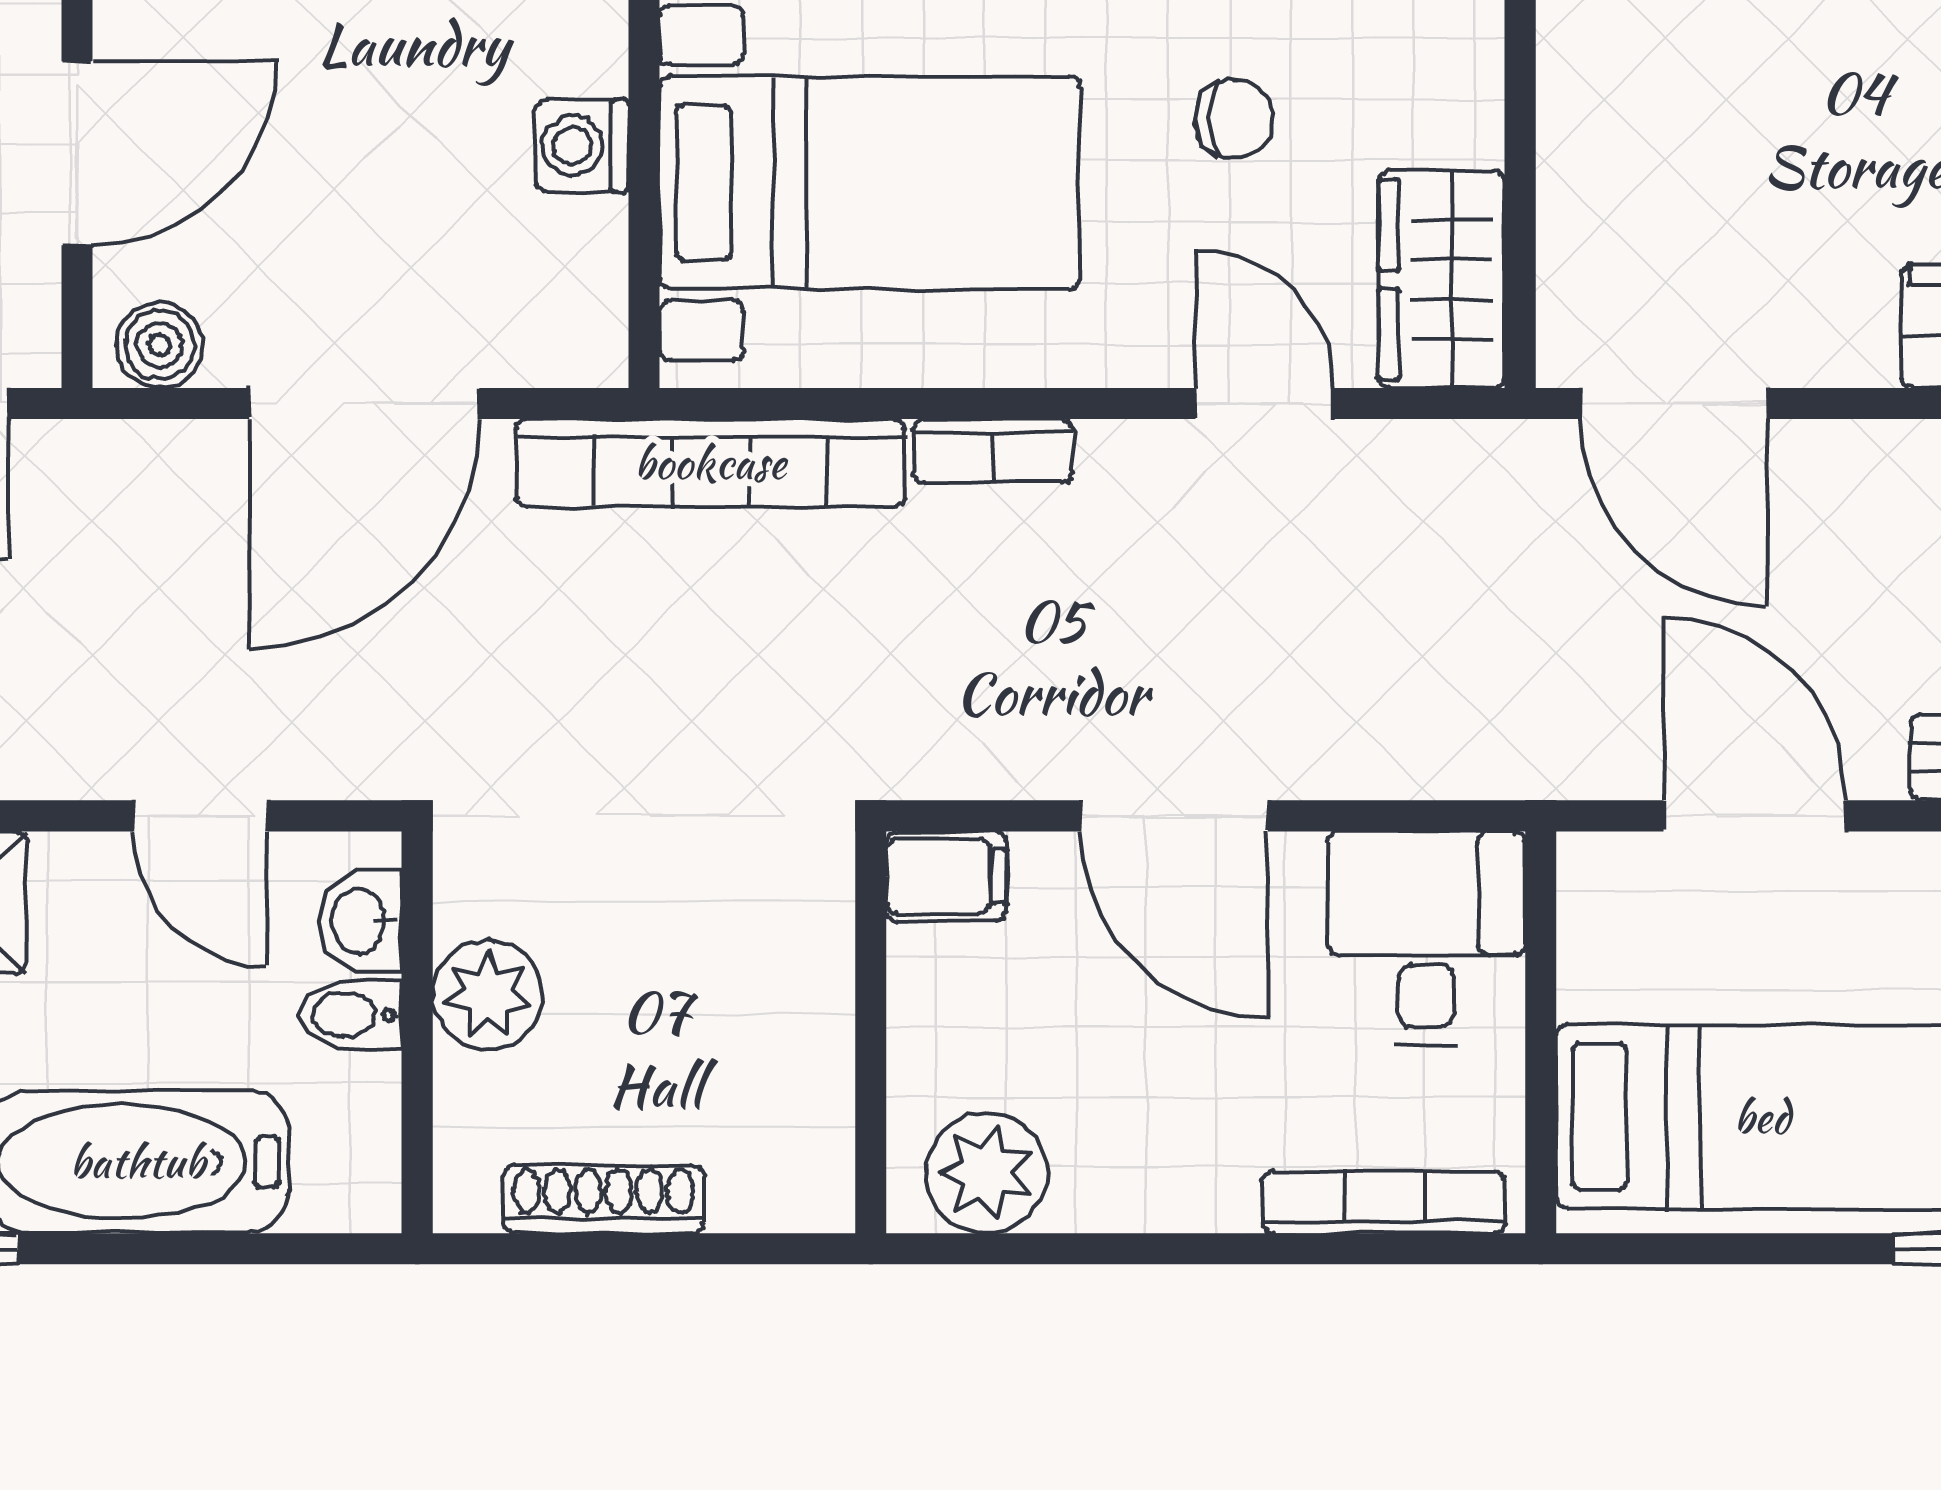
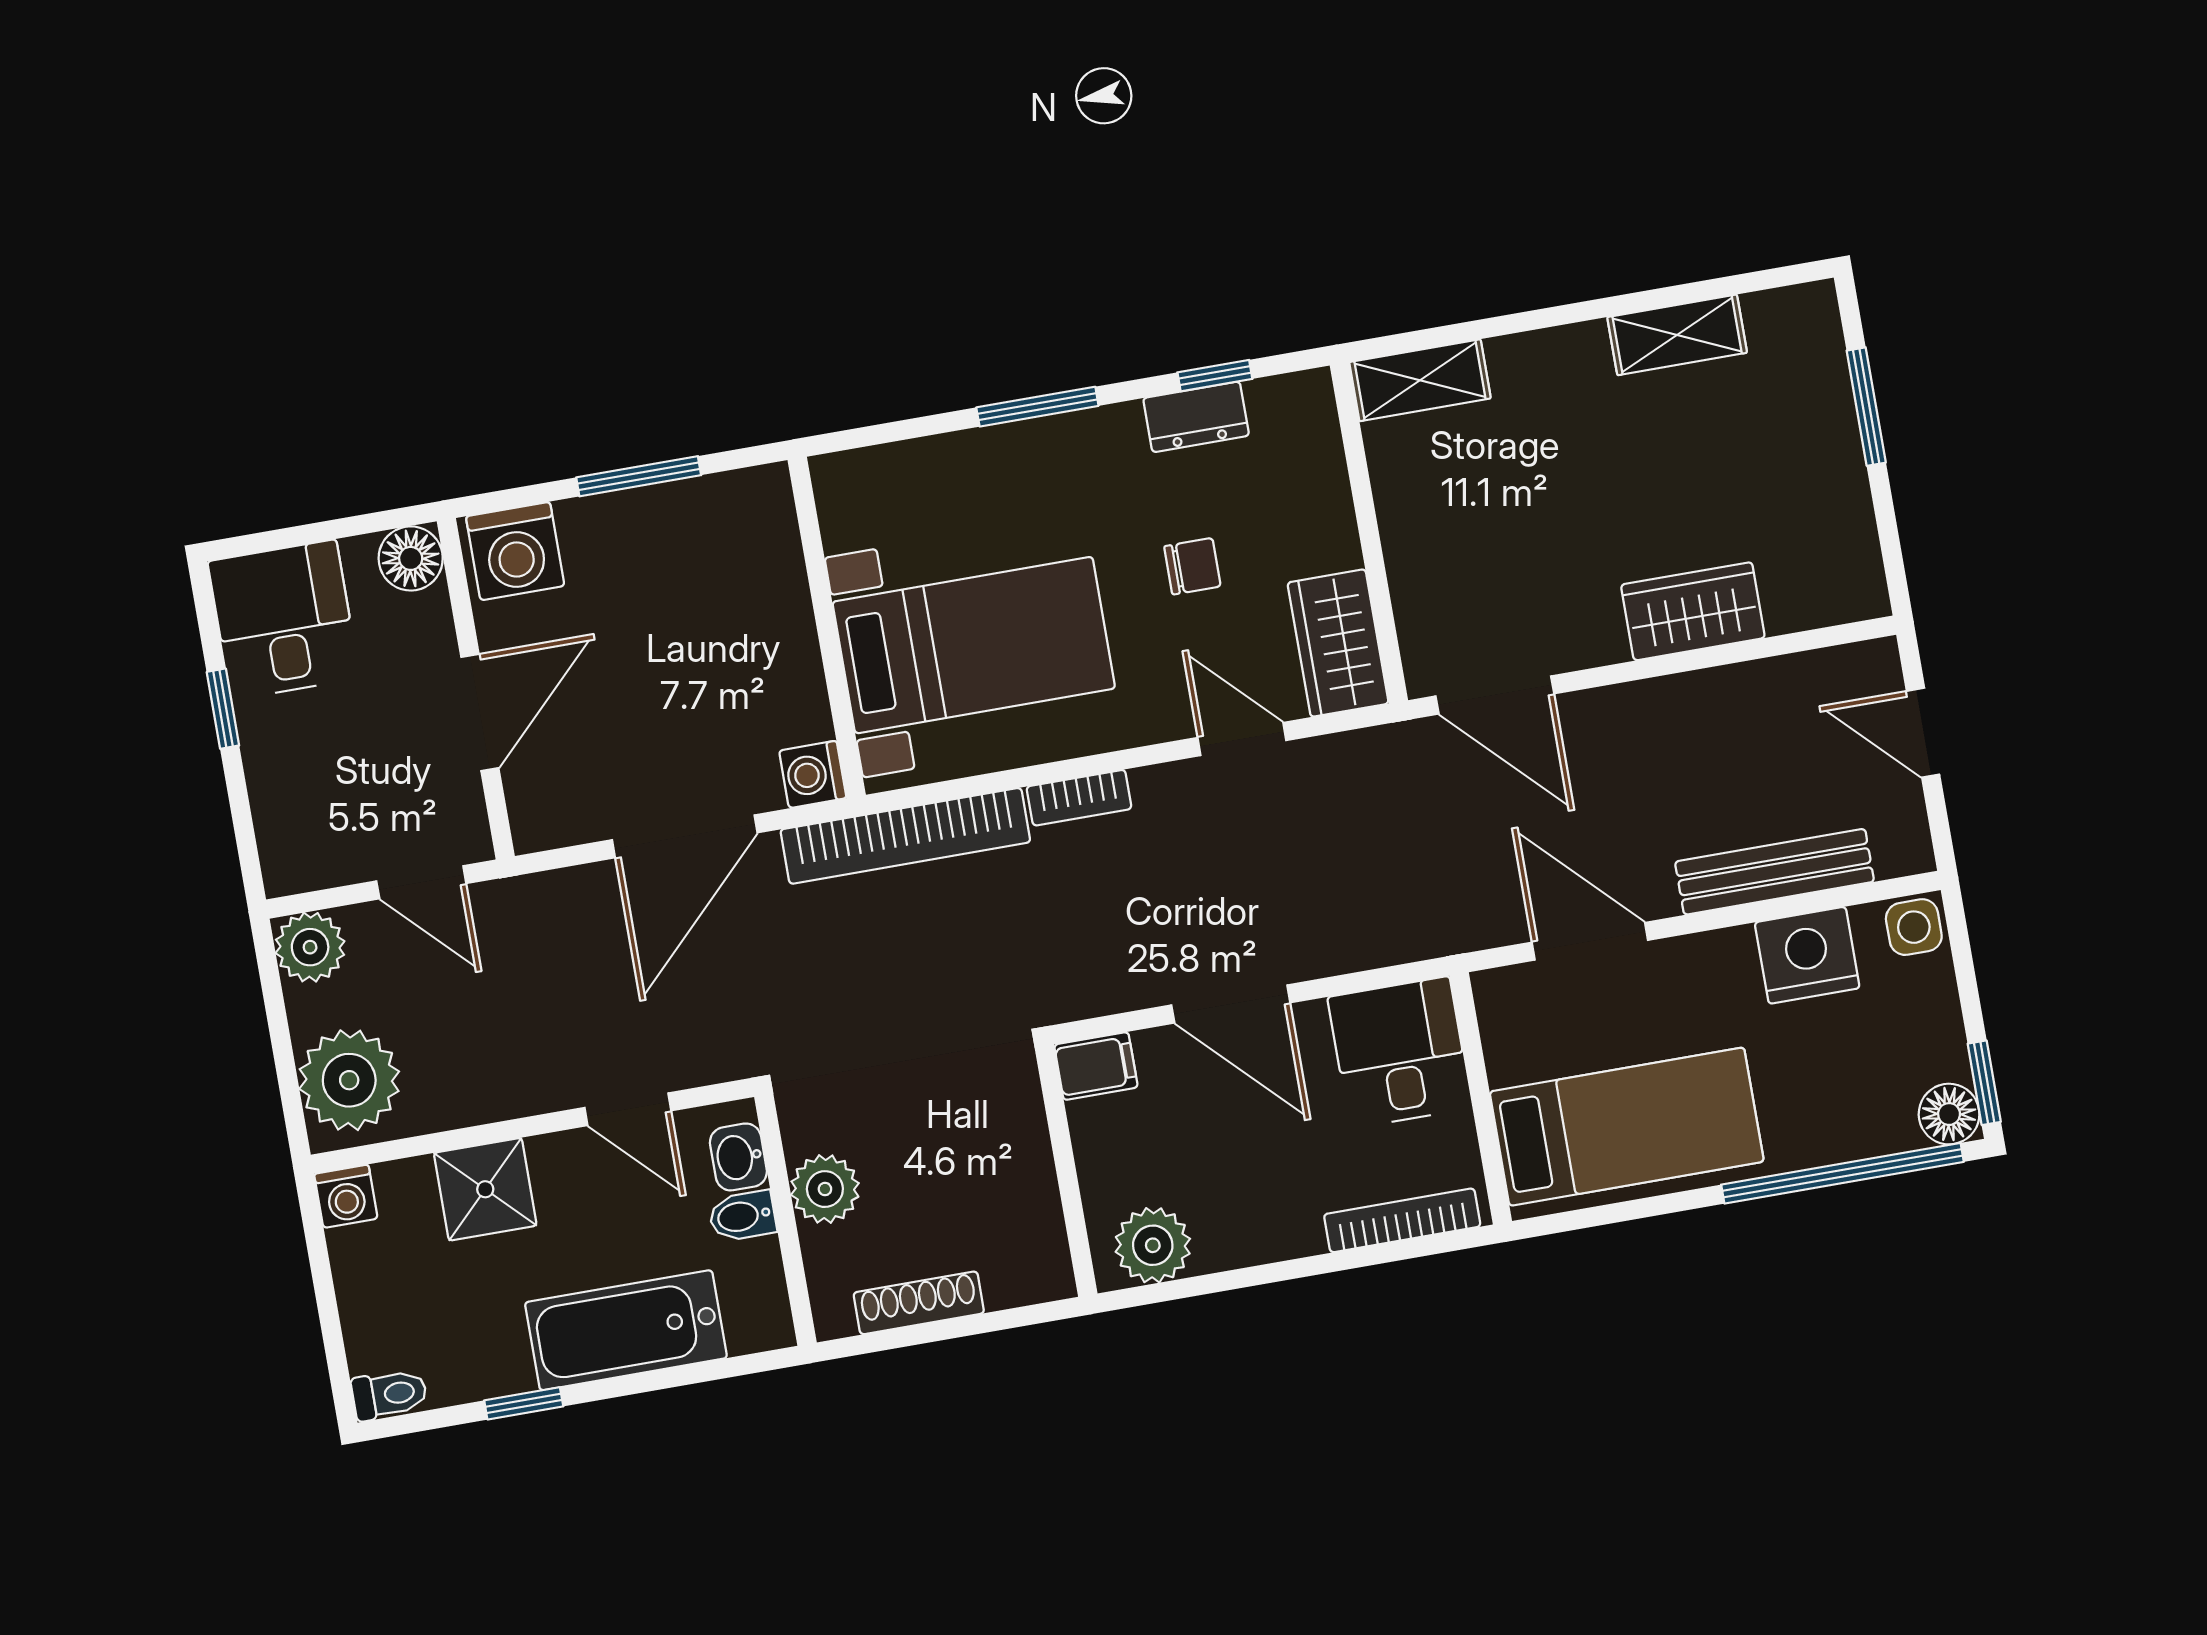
washing machine: (582, 146) -> (813, 774), moved
boiler: (159, 345) -> (552, 822), removed

